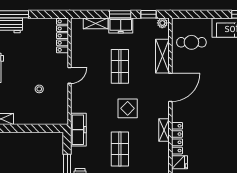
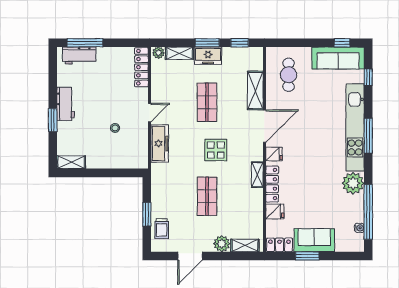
plant: (162, 23) -> (159, 53), moved
cafe table: (191, 42) -> (289, 75), turned 90
fridge: (179, 112) -> (274, 154), added
freezer: (78, 130) -> (160, 143), moved

